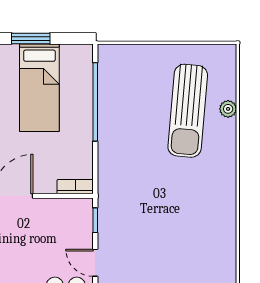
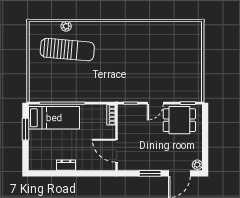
window: (31, 39) -> (25, 129), moved
bed: (39, 88) -> (54, 118), moved

